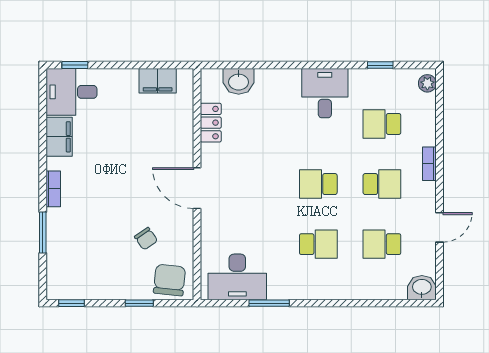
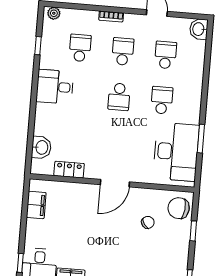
school desk: (382, 124) -> (80, 48), turned 180
school desk: (382, 244) -> (166, 55), turned 180
desk: (237, 277) -> (176, 152), width x1.36, depth x1.30

